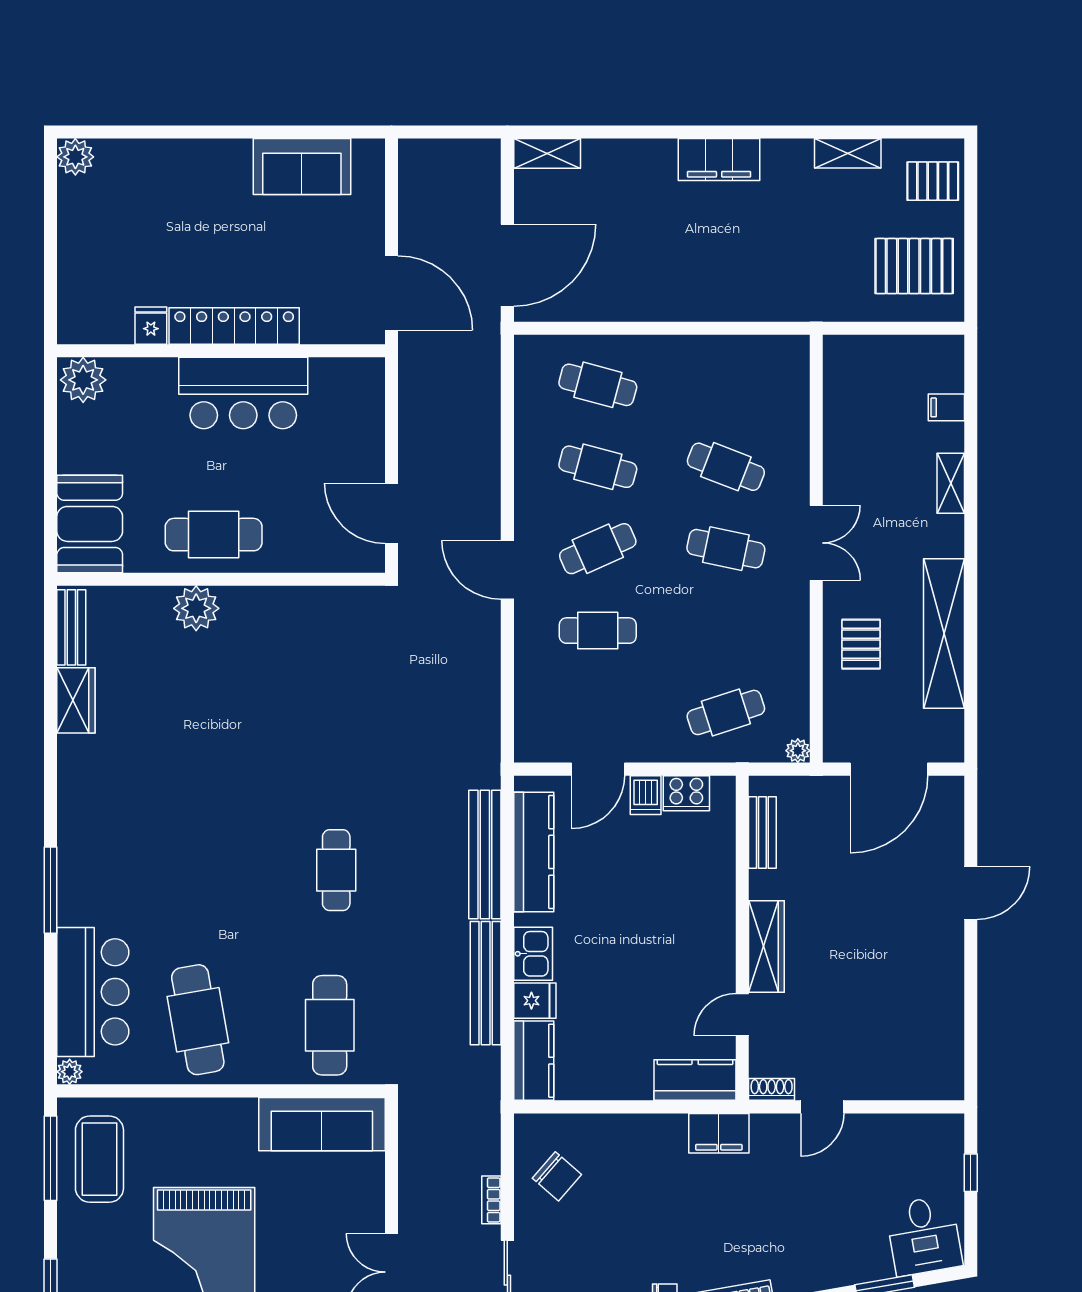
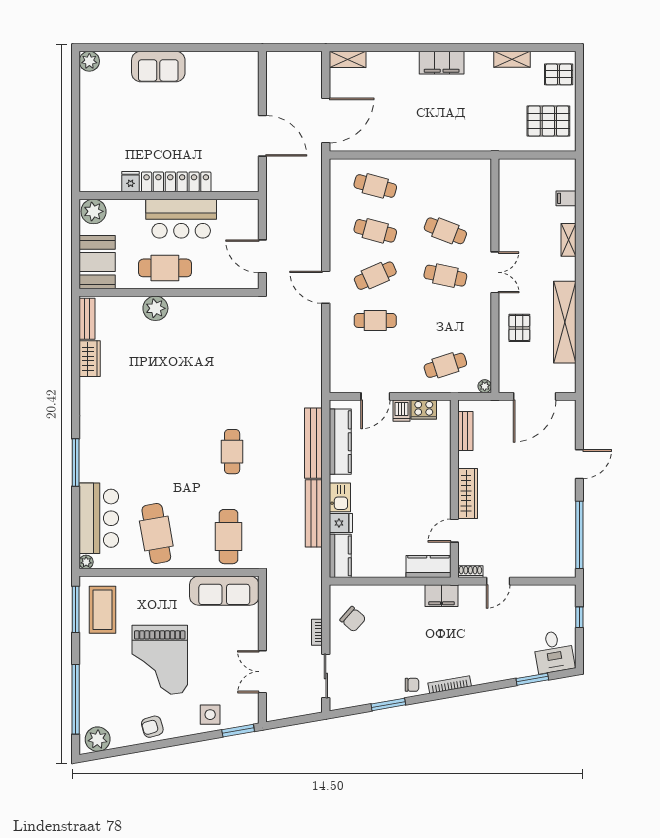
sofa: (302, 167) -> (158, 66), moved
fridge: (151, 326) -> (131, 182), moved
locker: (234, 326) -> (176, 182), moved
wall: (221, 351) -> (169, 196), moved
plant: (83, 380) -> (94, 211), moved
bar counter: (243, 393) -> (181, 219), moved
window: (971, 1022) -> (579, 535), added

